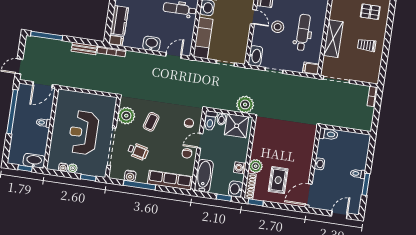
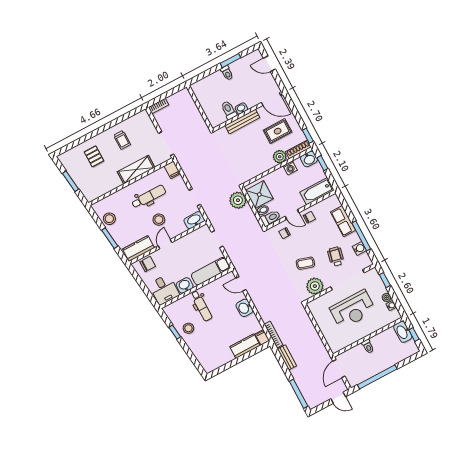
dental chair: (303, 32) -> (149, 197), turned 180
door: (43, 85) -> (339, 369), swing flipped
toilet: (328, 134) -> (229, 110), moved
bench: (308, 157) -> (242, 122), added
row of seats: (170, 180) -> (343, 221), width x0.68

